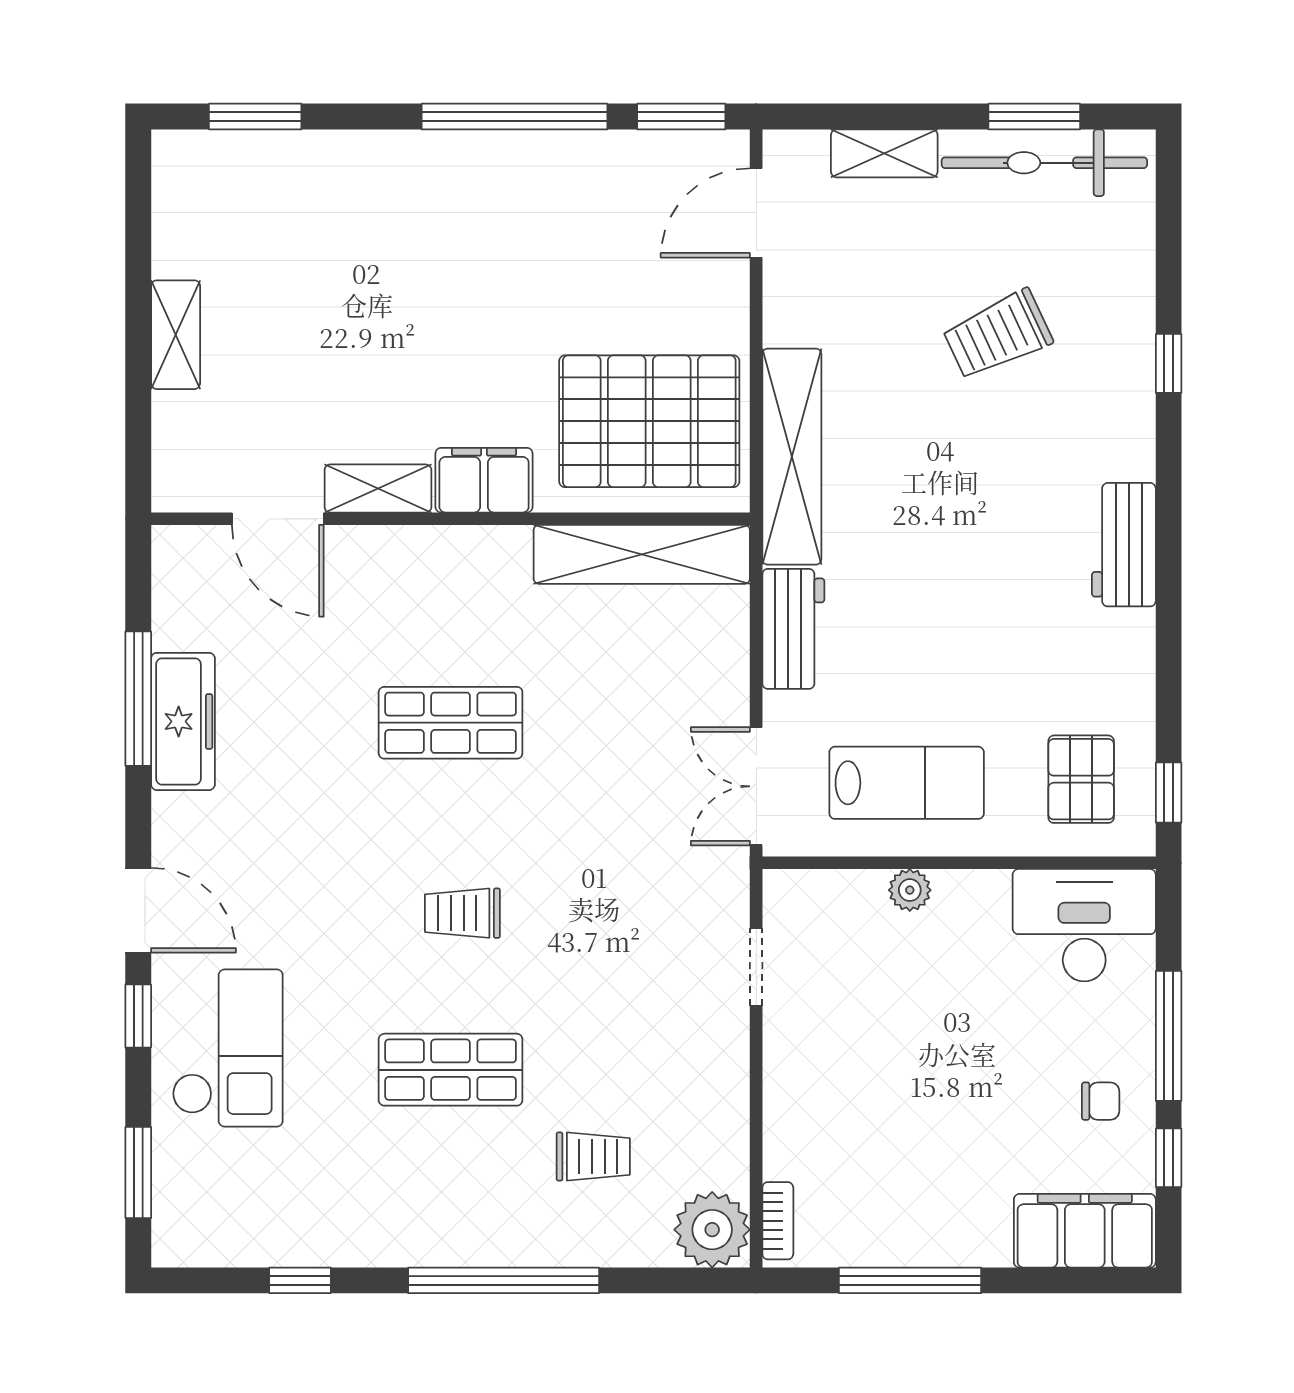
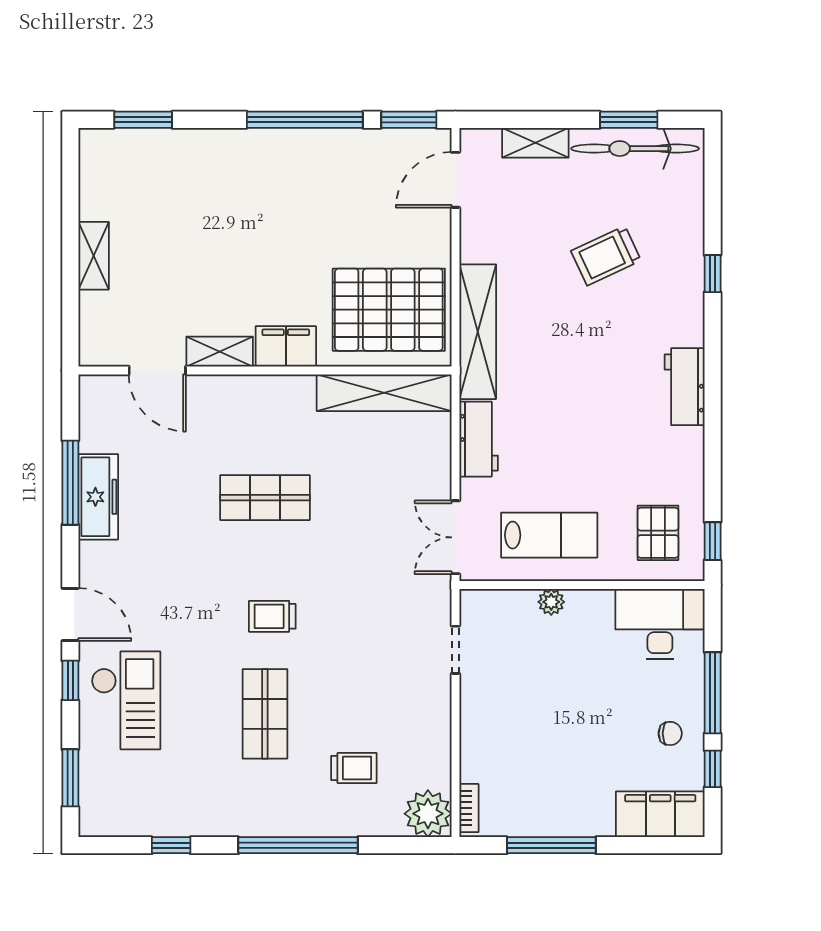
shop shelf: (451, 1070) -> (265, 714), turned 90

